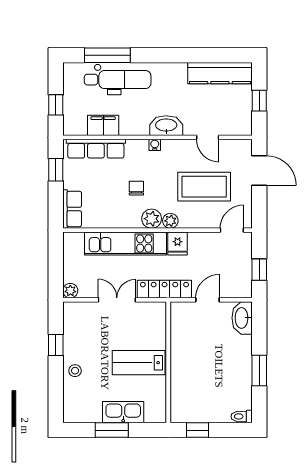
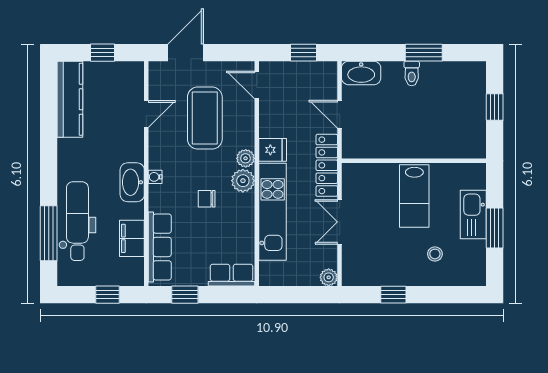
washbasin: (166, 126) -> (132, 182), moved
stool: (75, 371) -> (435, 254), moved
toilet: (242, 416) -> (412, 73), moved
window: (197, 430) -> (495, 107), moved

